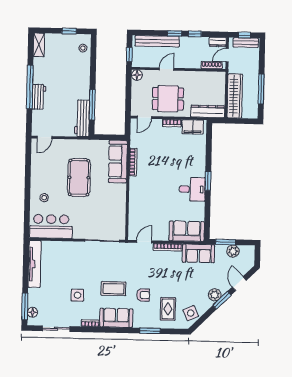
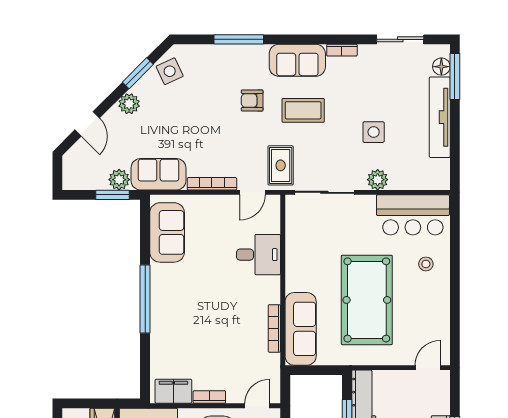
pool table: (79, 177) -> (367, 300), width x1.36, depth x1.32
window: (208, 181) -> (145, 299), width x2.11
desk: (192, 189) -> (259, 255), moved, turned 180
sofa: (187, 231) -> (167, 232), moved, turned -90
plant: (71, 247) -> (378, 180), added
plant: (233, 251) -> (119, 180), moved
tv unit: (35, 264) -> (440, 117), moved
side table: (77, 295) -> (374, 132), moved
window: (222, 300) -> (138, 73), moved
rug: (168, 309) -> (281, 165), moved
window: (150, 331) -> (239, 39), width x1.44

